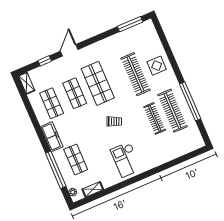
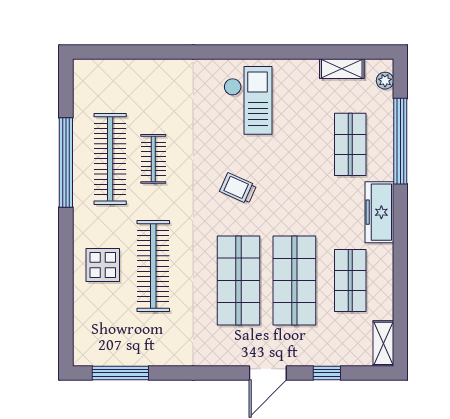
shop shelf: (75, 93) -> (294, 281), width x1.43, depth x1.36
clothes rail: (155, 118) -> (153, 159), width x0.73

